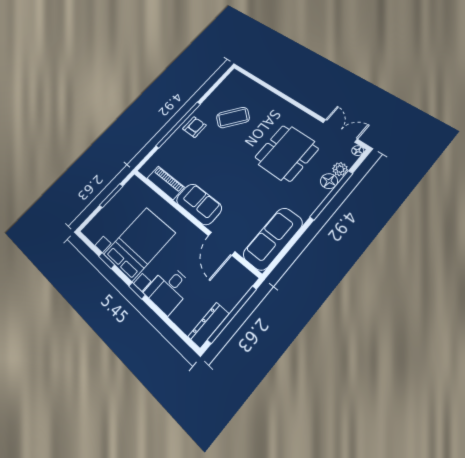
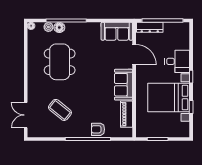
armchair: (194, 127) -> (98, 129), moved
double door: (340, 131) -> (26, 115), moved
dining table: (286, 153) -> (60, 62), turned 90
sofa: (273, 239) -> (117, 31), width x0.73
door: (221, 244) -> (134, 55), hinge flipped
dresser: (208, 325) -> (150, 27), moved

